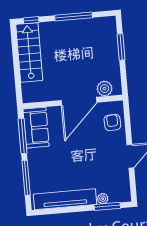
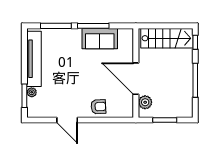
plant: (105, 89) -> (145, 102), moved
door: (79, 101) -> (136, 79), moved
wall: (73, 102) -> (136, 73), moved

